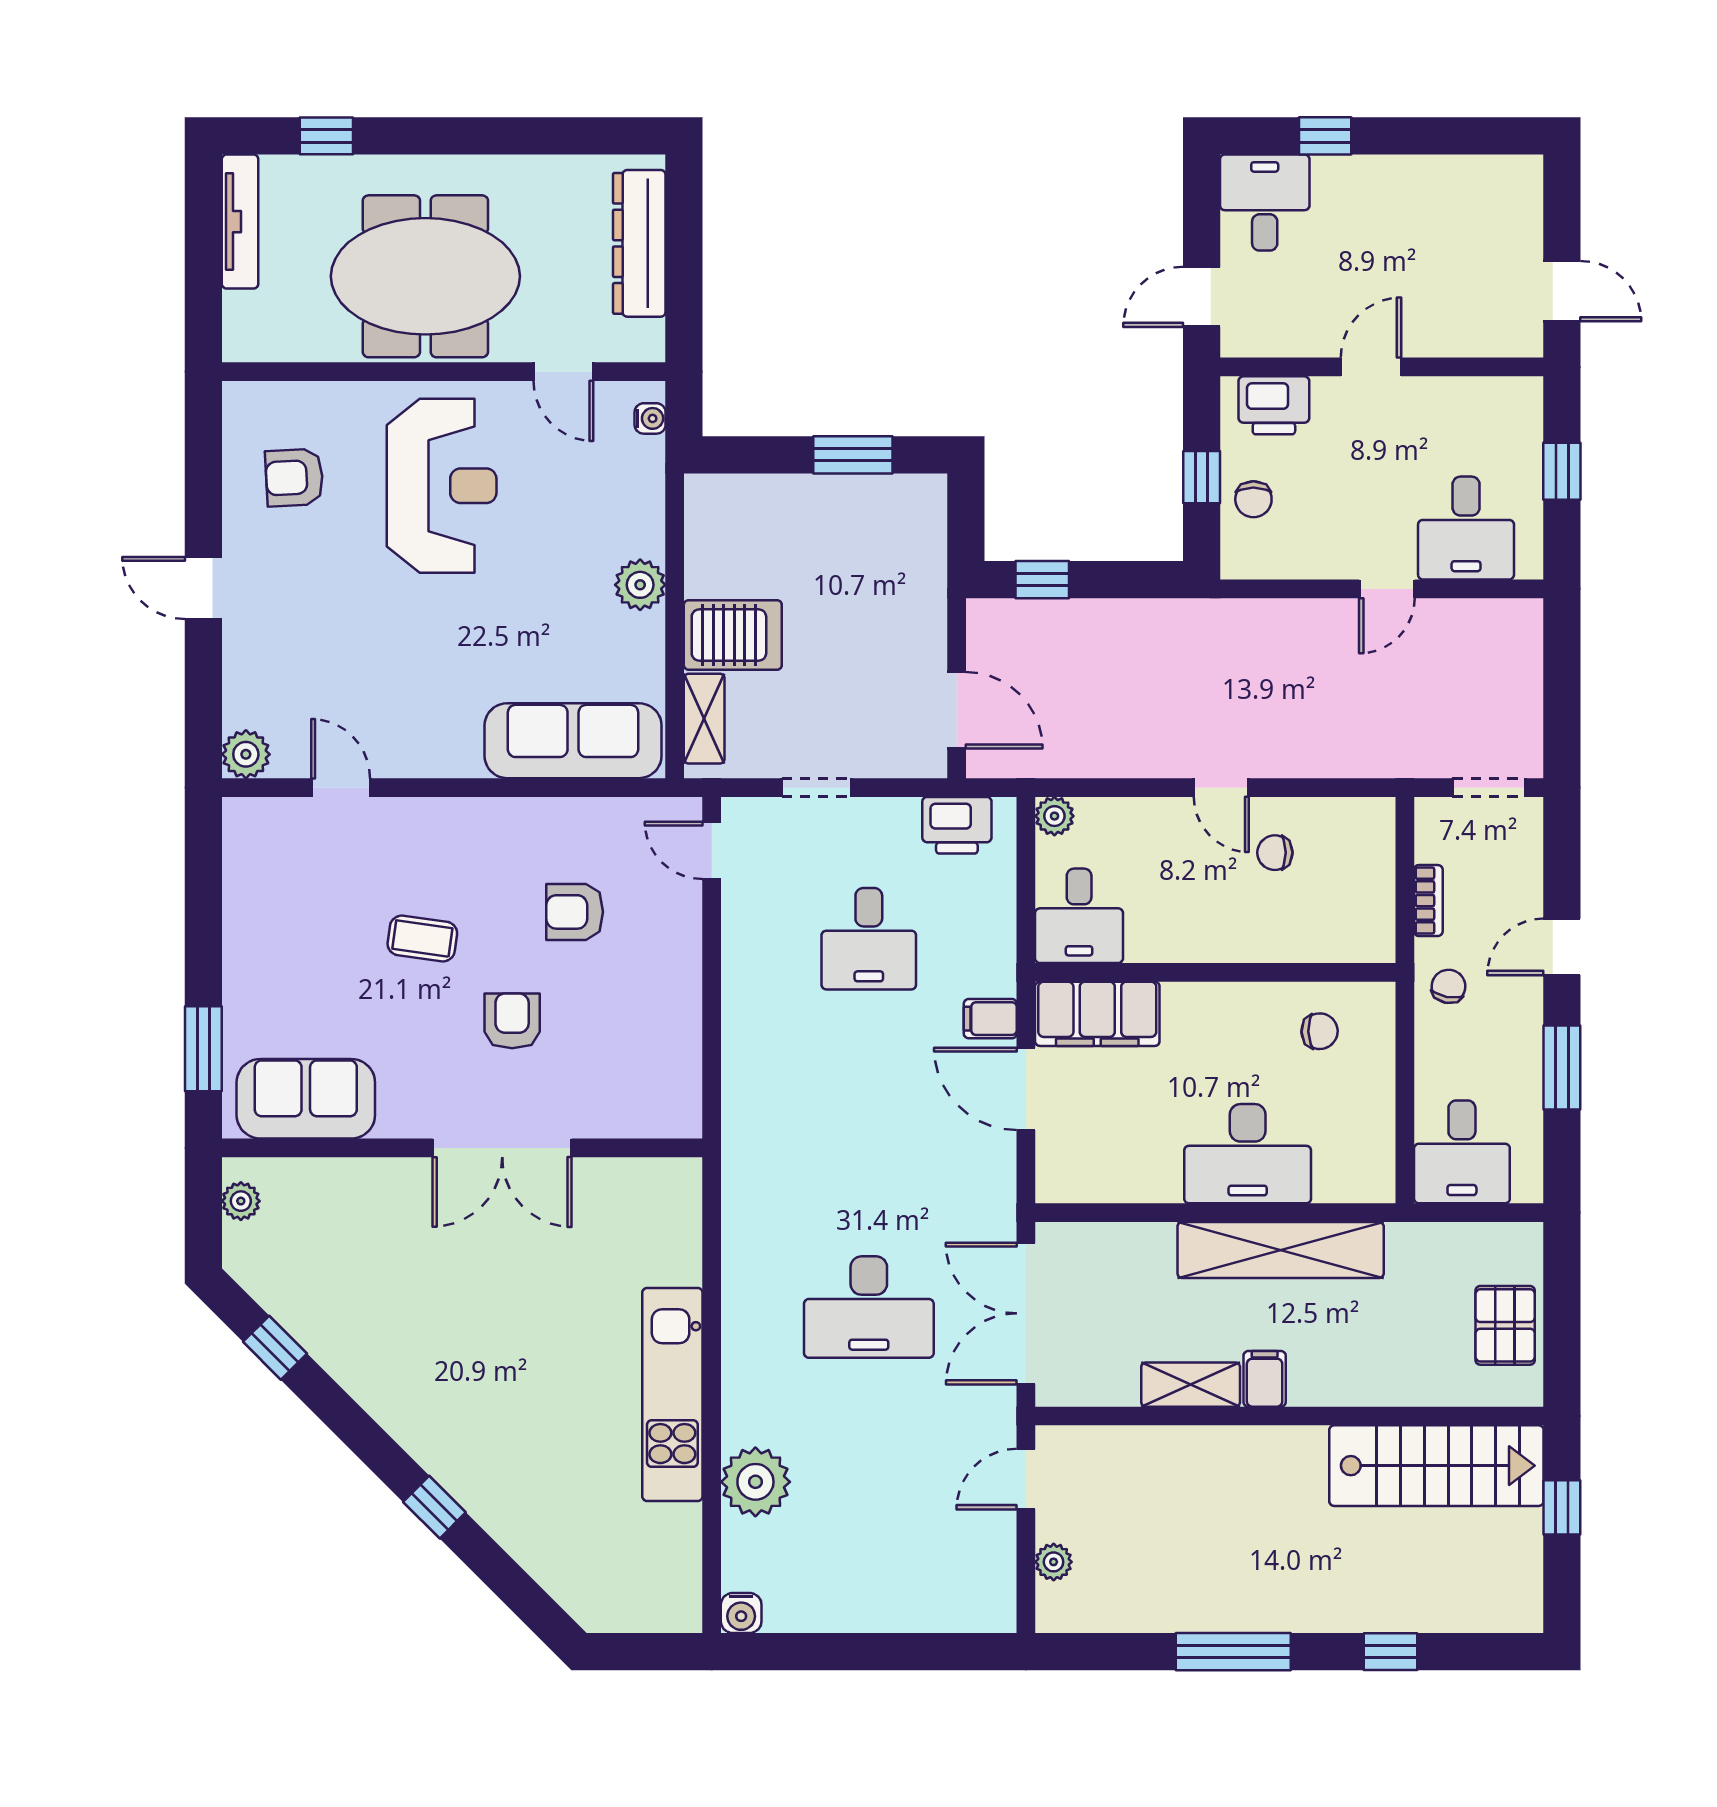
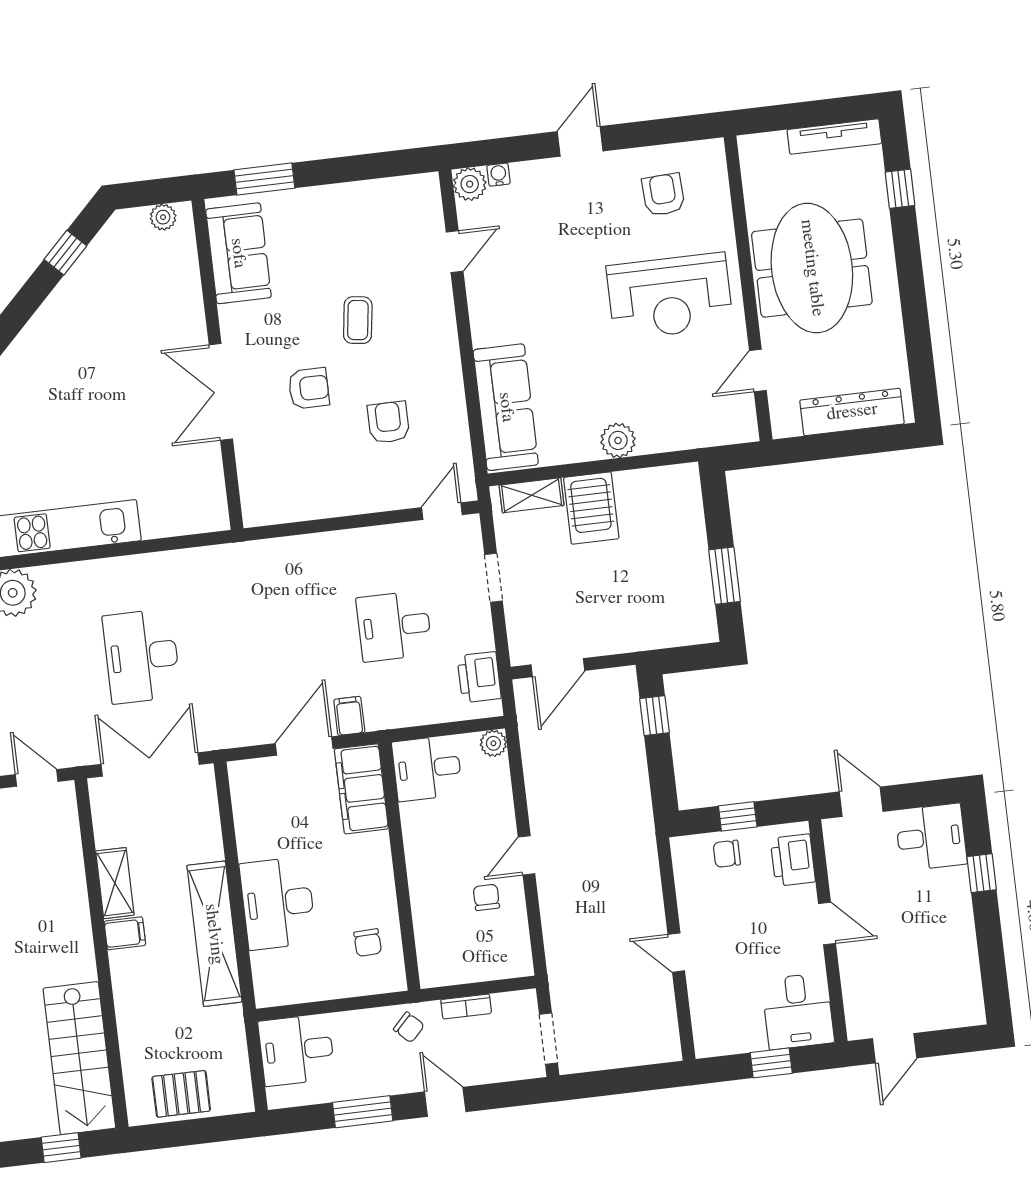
water cooler: (650, 418) -> (499, 175), moved, turned 180
desk: (1466, 528) -> (798, 1011), moved, turned -90
chair: (1449, 986) -> (409, 1027), turned 33

